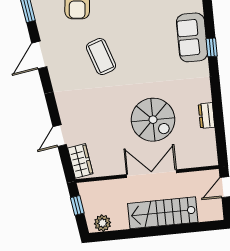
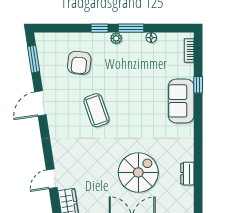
window: (212, 47) -> (198, 85), moved
spiral stairs: (153, 120) -> (138, 172), turned -90

